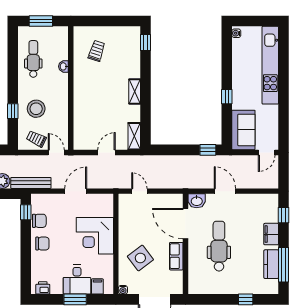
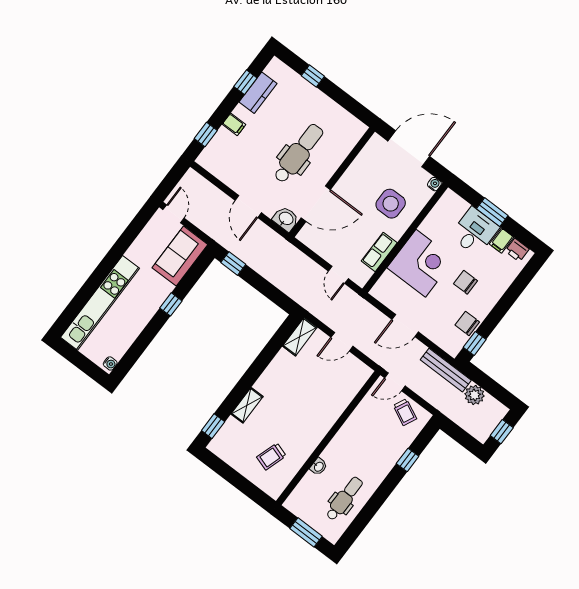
dental chair: (33, 59) -> (344, 499), turned 180
shelving: (135, 91) -> (247, 405), moved
stool: (36, 109) -> (381, 444), removed
door: (56, 152) -> (395, 382), hinge flipped
door: (267, 152) -> (174, 214), hinge flipped
door: (186, 224) -> (316, 204), hinge flipped
filing cabinet: (271, 234) -> (234, 124), width x0.50
chair: (42, 244) -> (465, 282), moved
dental chair: (219, 246) -> (298, 153), turned 180
row of seats: (176, 256) -> (379, 252), moved, turned 180
side table: (140, 258) -> (391, 204), turned 37
window: (284, 265) -> (245, 82), width x0.46
filing cabinet: (97, 286) -> (502, 241), moved

